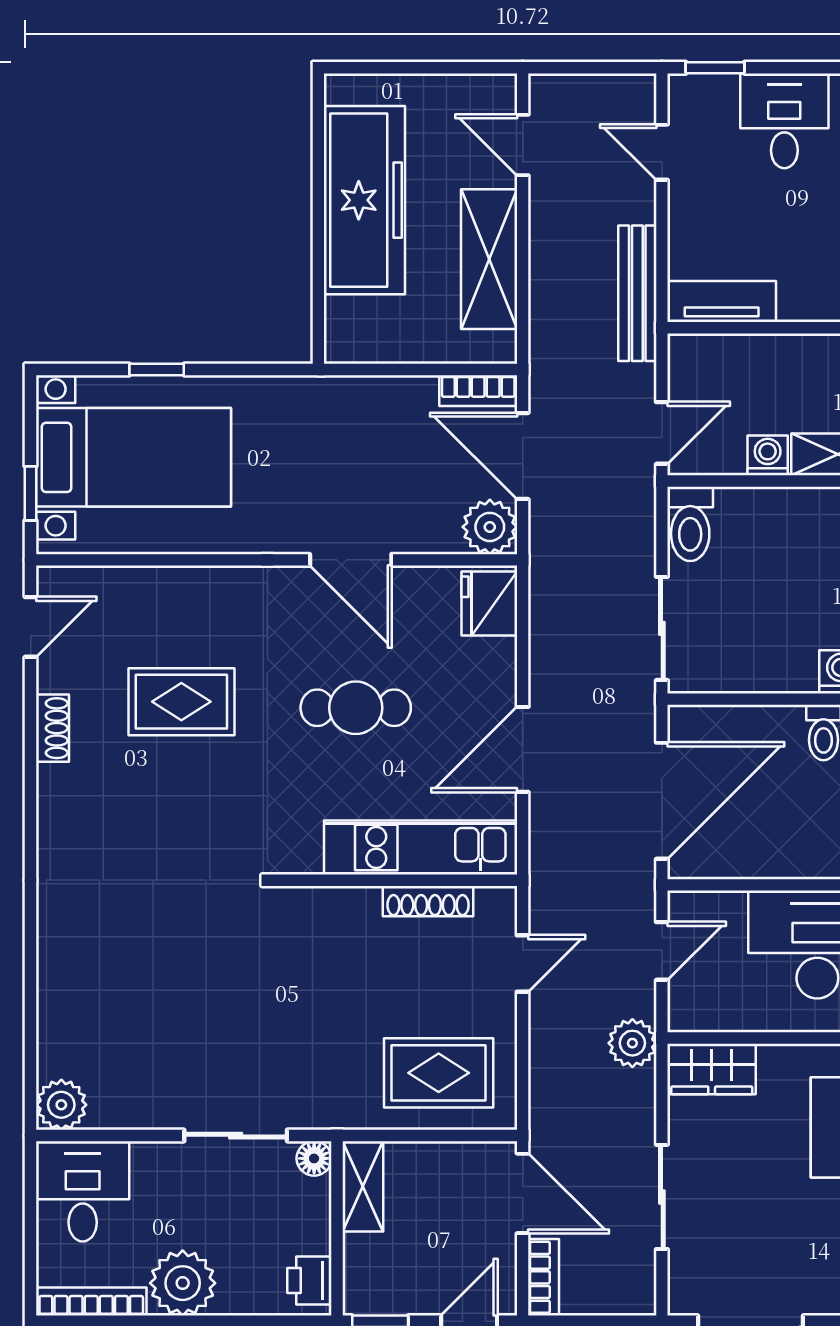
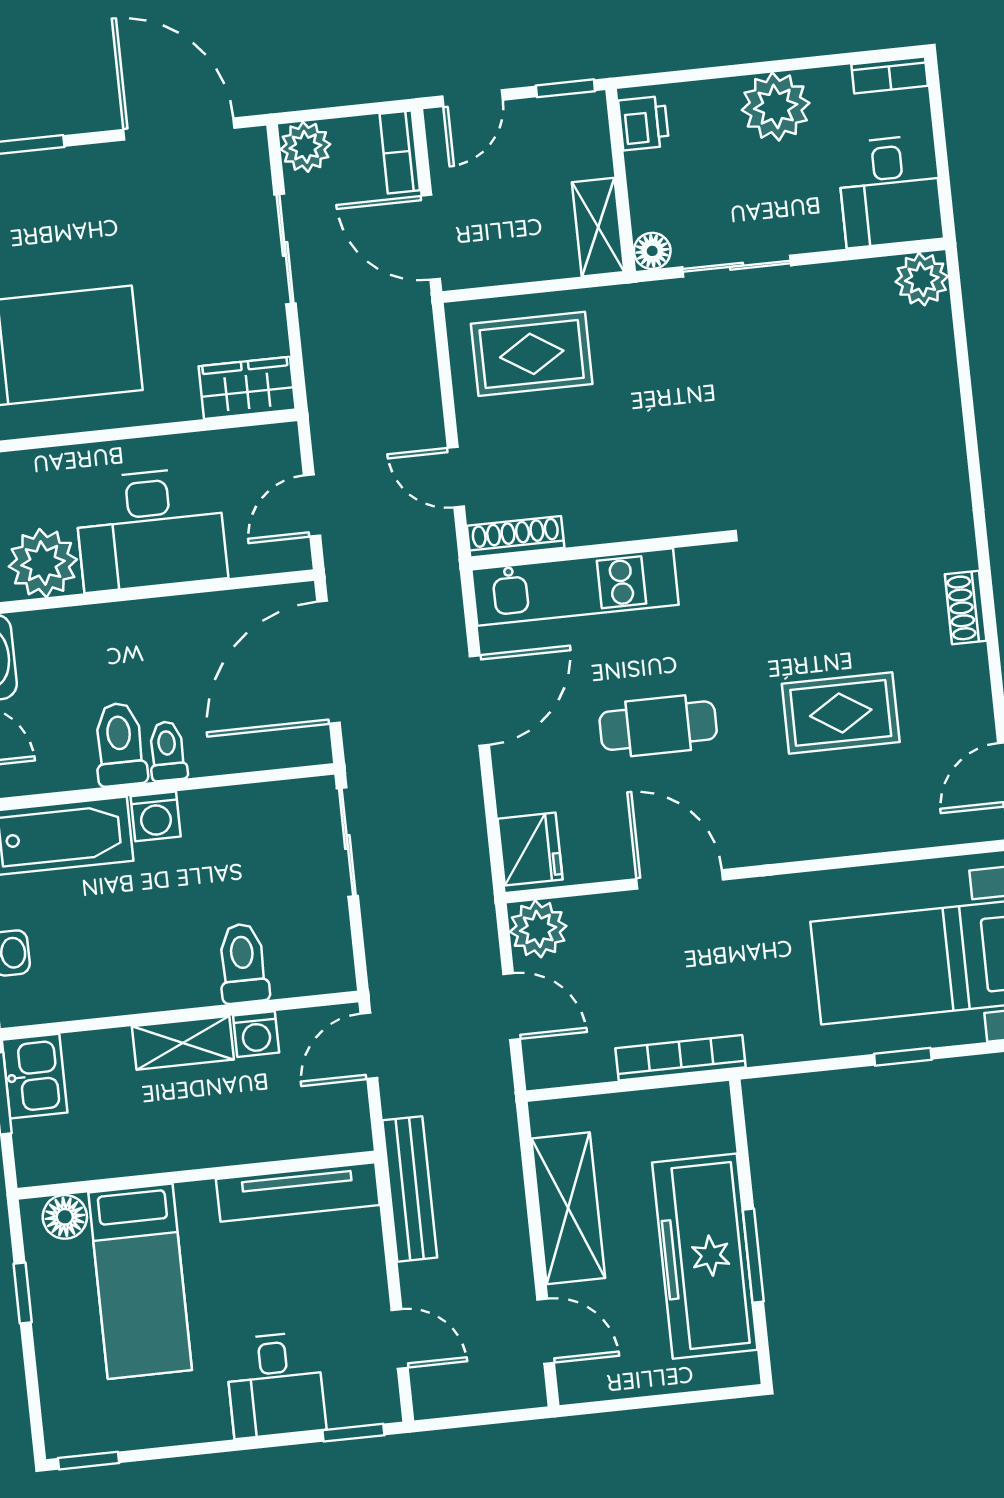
window: (318, 196) -> (753, 1256), added
tv unit: (722, 301) -> (298, 1192), width x1.41
bookcase: (478, 391) -> (681, 1058), moved, width x1.56
door: (523, 456) -> (512, 1007), width x0.73
toilet: (690, 524) -> (243, 963), moved
shoe rack: (52, 728) -> (966, 607), moved
shoe rack: (428, 901) -> (516, 537), moved
door: (523, 964) -> (456, 477), hinge flipped
plant: (632, 1043) -> (305, 147), moved
bookcase: (91, 1302) -> (890, 75), width x0.64

